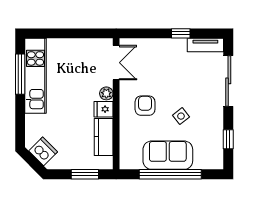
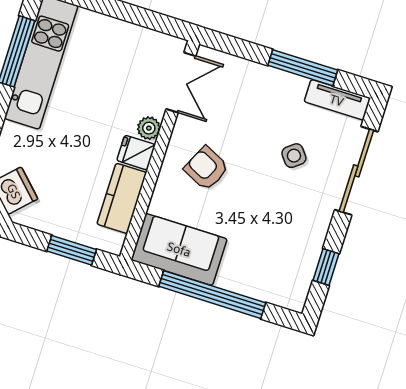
window: (181, 33) -> (303, 68), width x2.17
armchair: (145, 106) -> (206, 168), turned -64
side table: (181, 116) -> (294, 156), moved
sofa: (168, 155) -> (179, 249), moved

